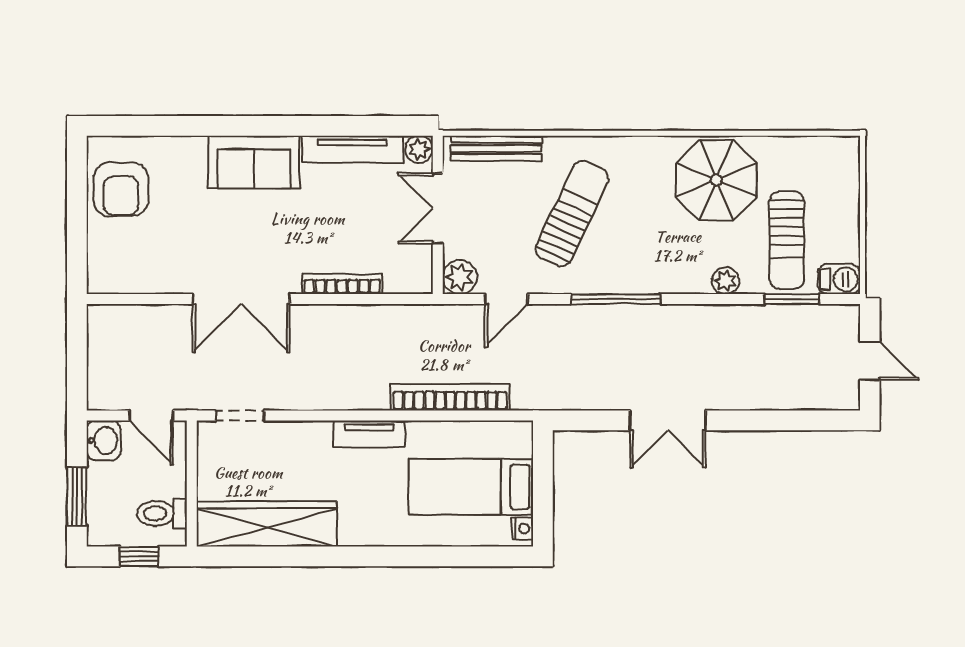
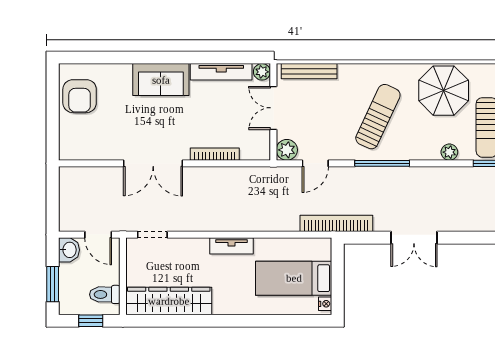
sun lounger: (572, 214) -> (378, 117), moved
bookcase: (450, 397) -> (336, 223), moved

